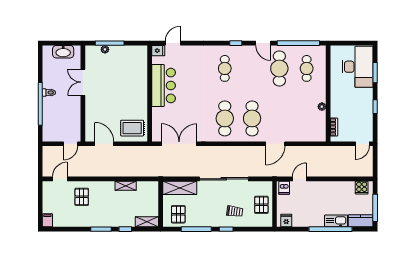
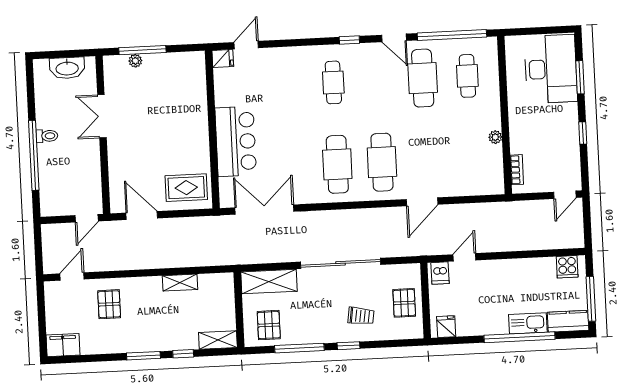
bar counter: (164, 86) -> (236, 141), moved
filing cabinet: (47, 220) -> (63, 345), width x2.00

